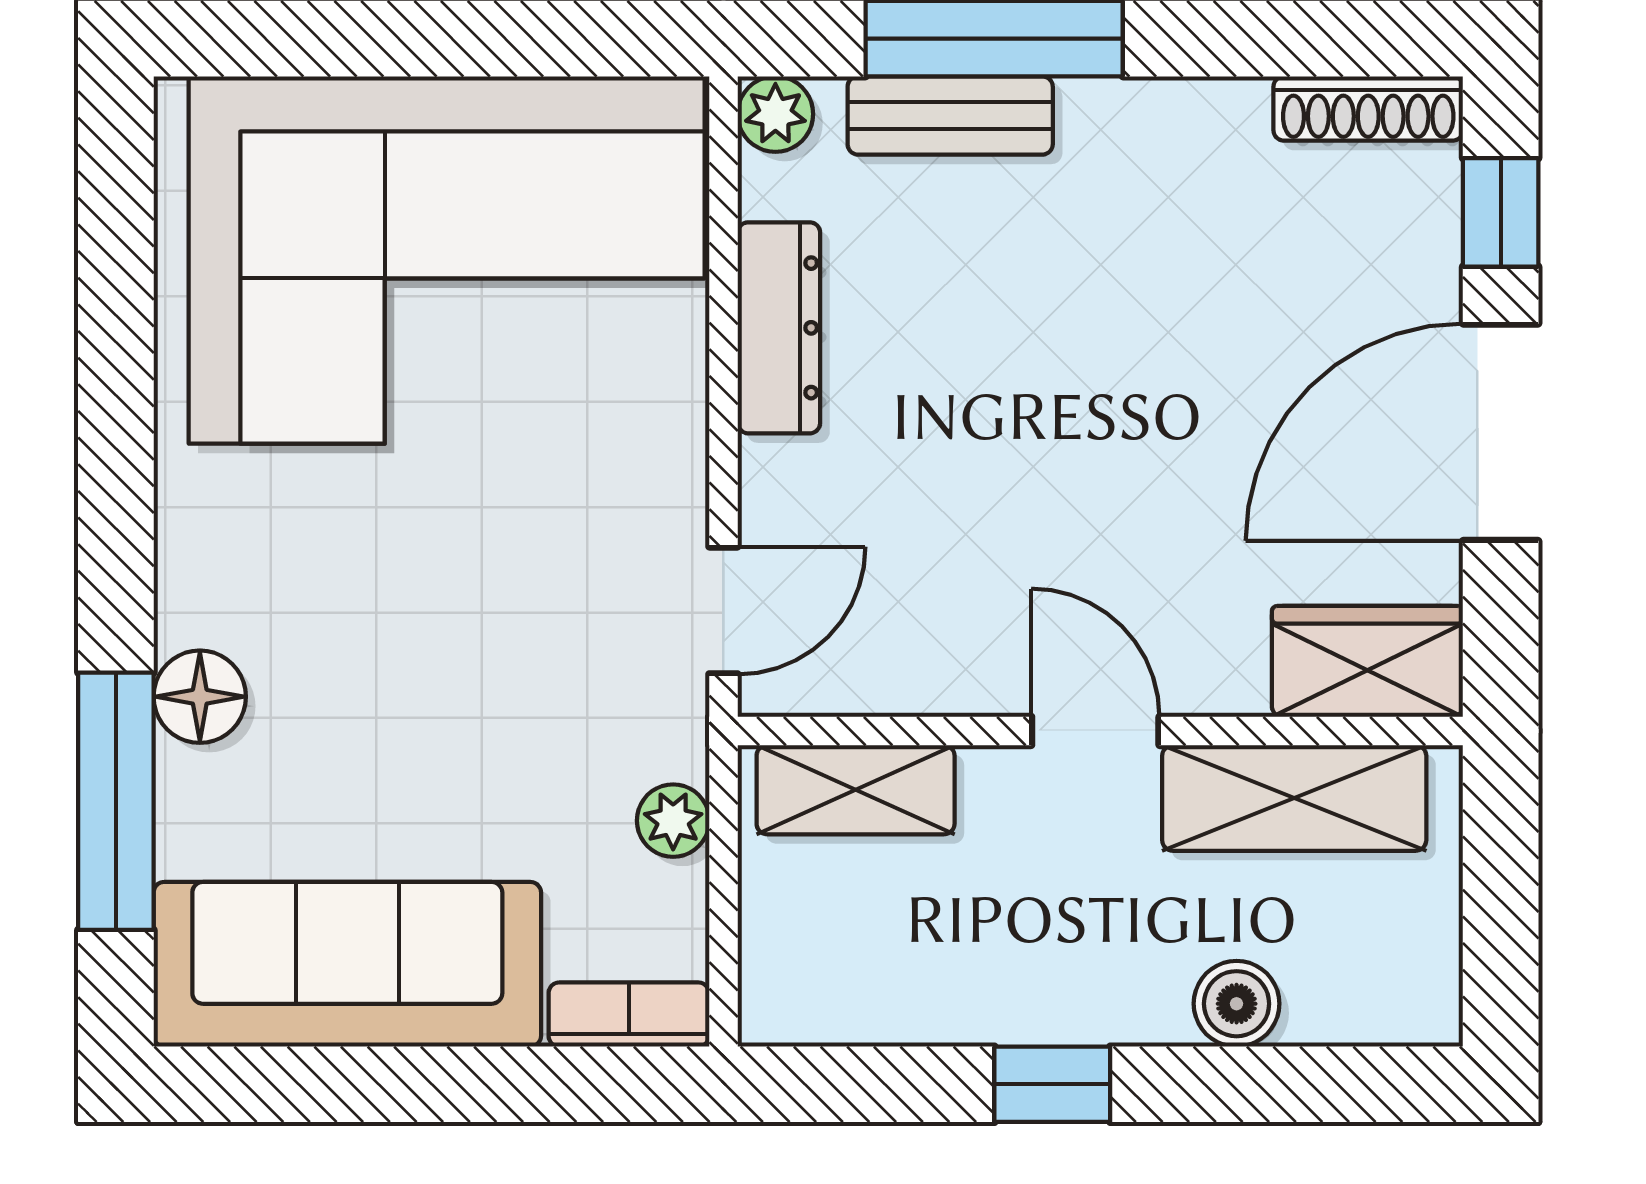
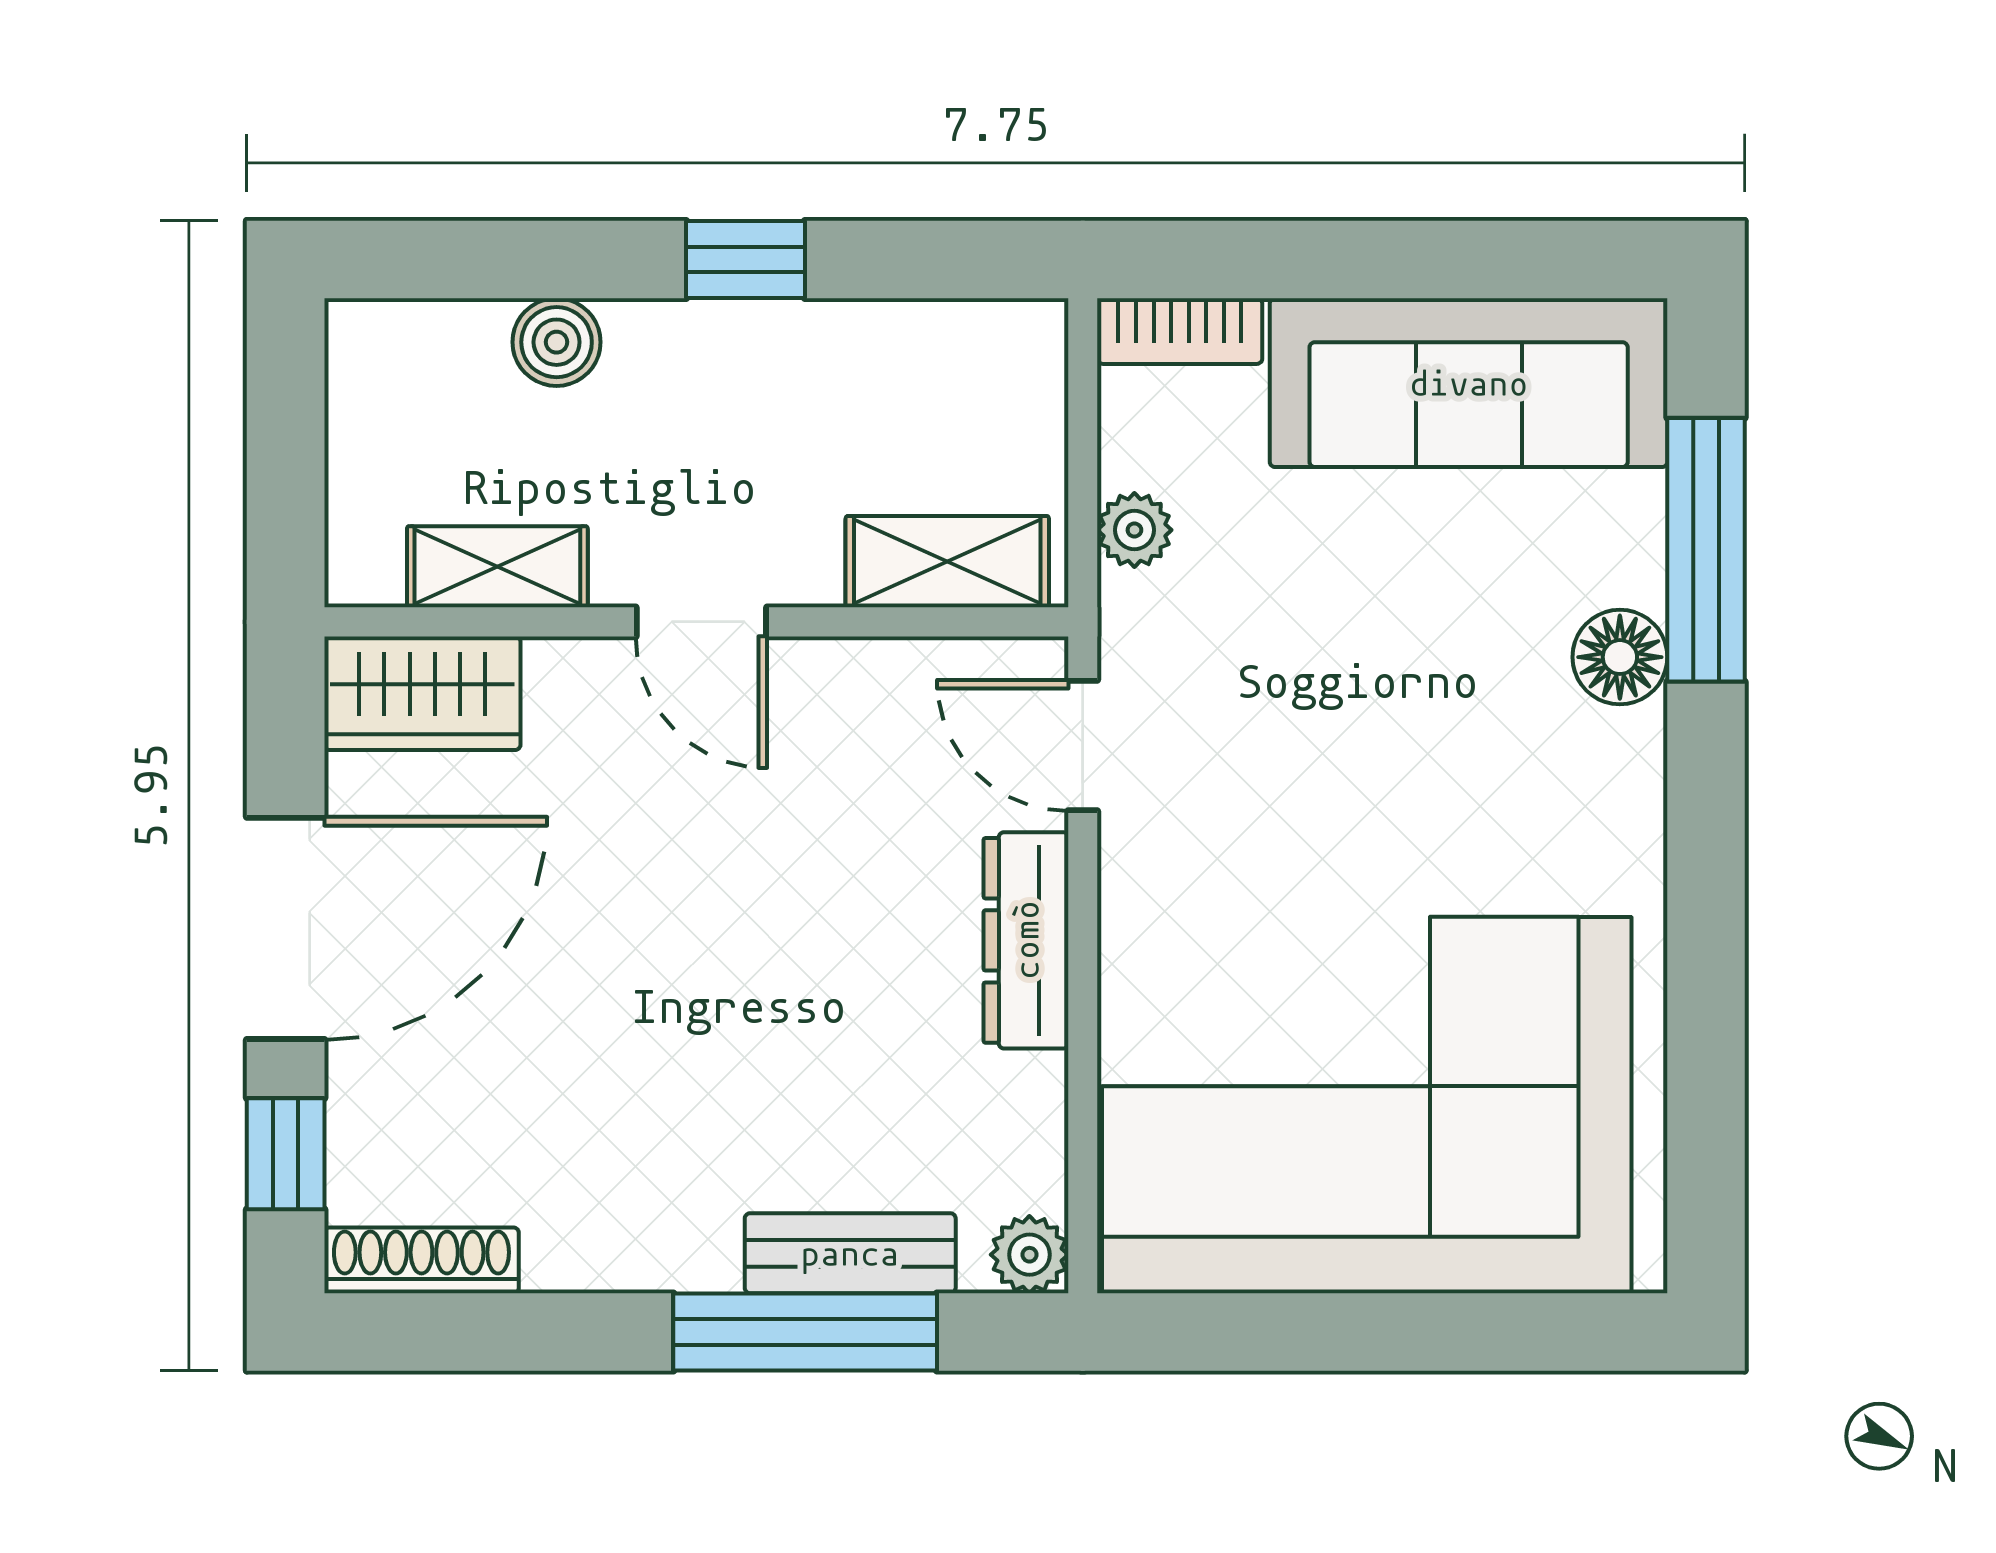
dresser: (779, 328) -> (1026, 940), moved
door: (723, 610) -> (1083, 746), hinge flipped
shelving: (1294, 798) -> (497, 567), width x0.67, depth x0.75

